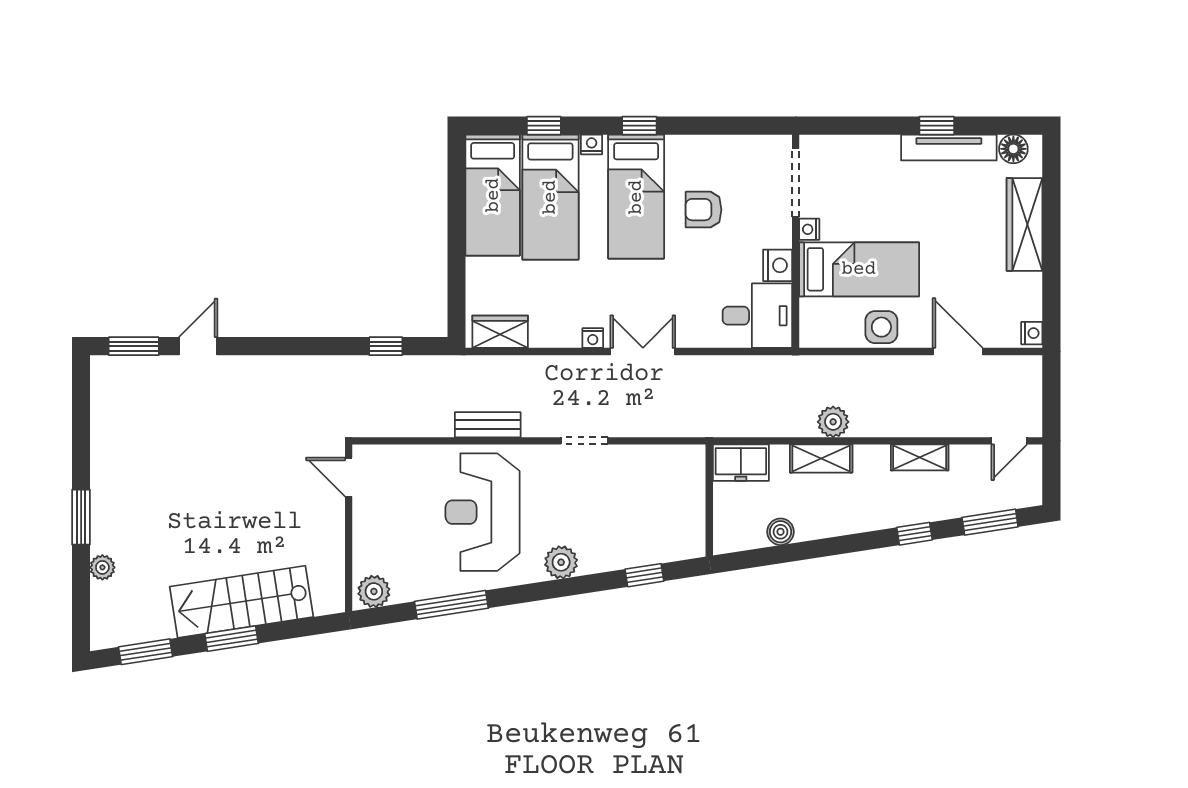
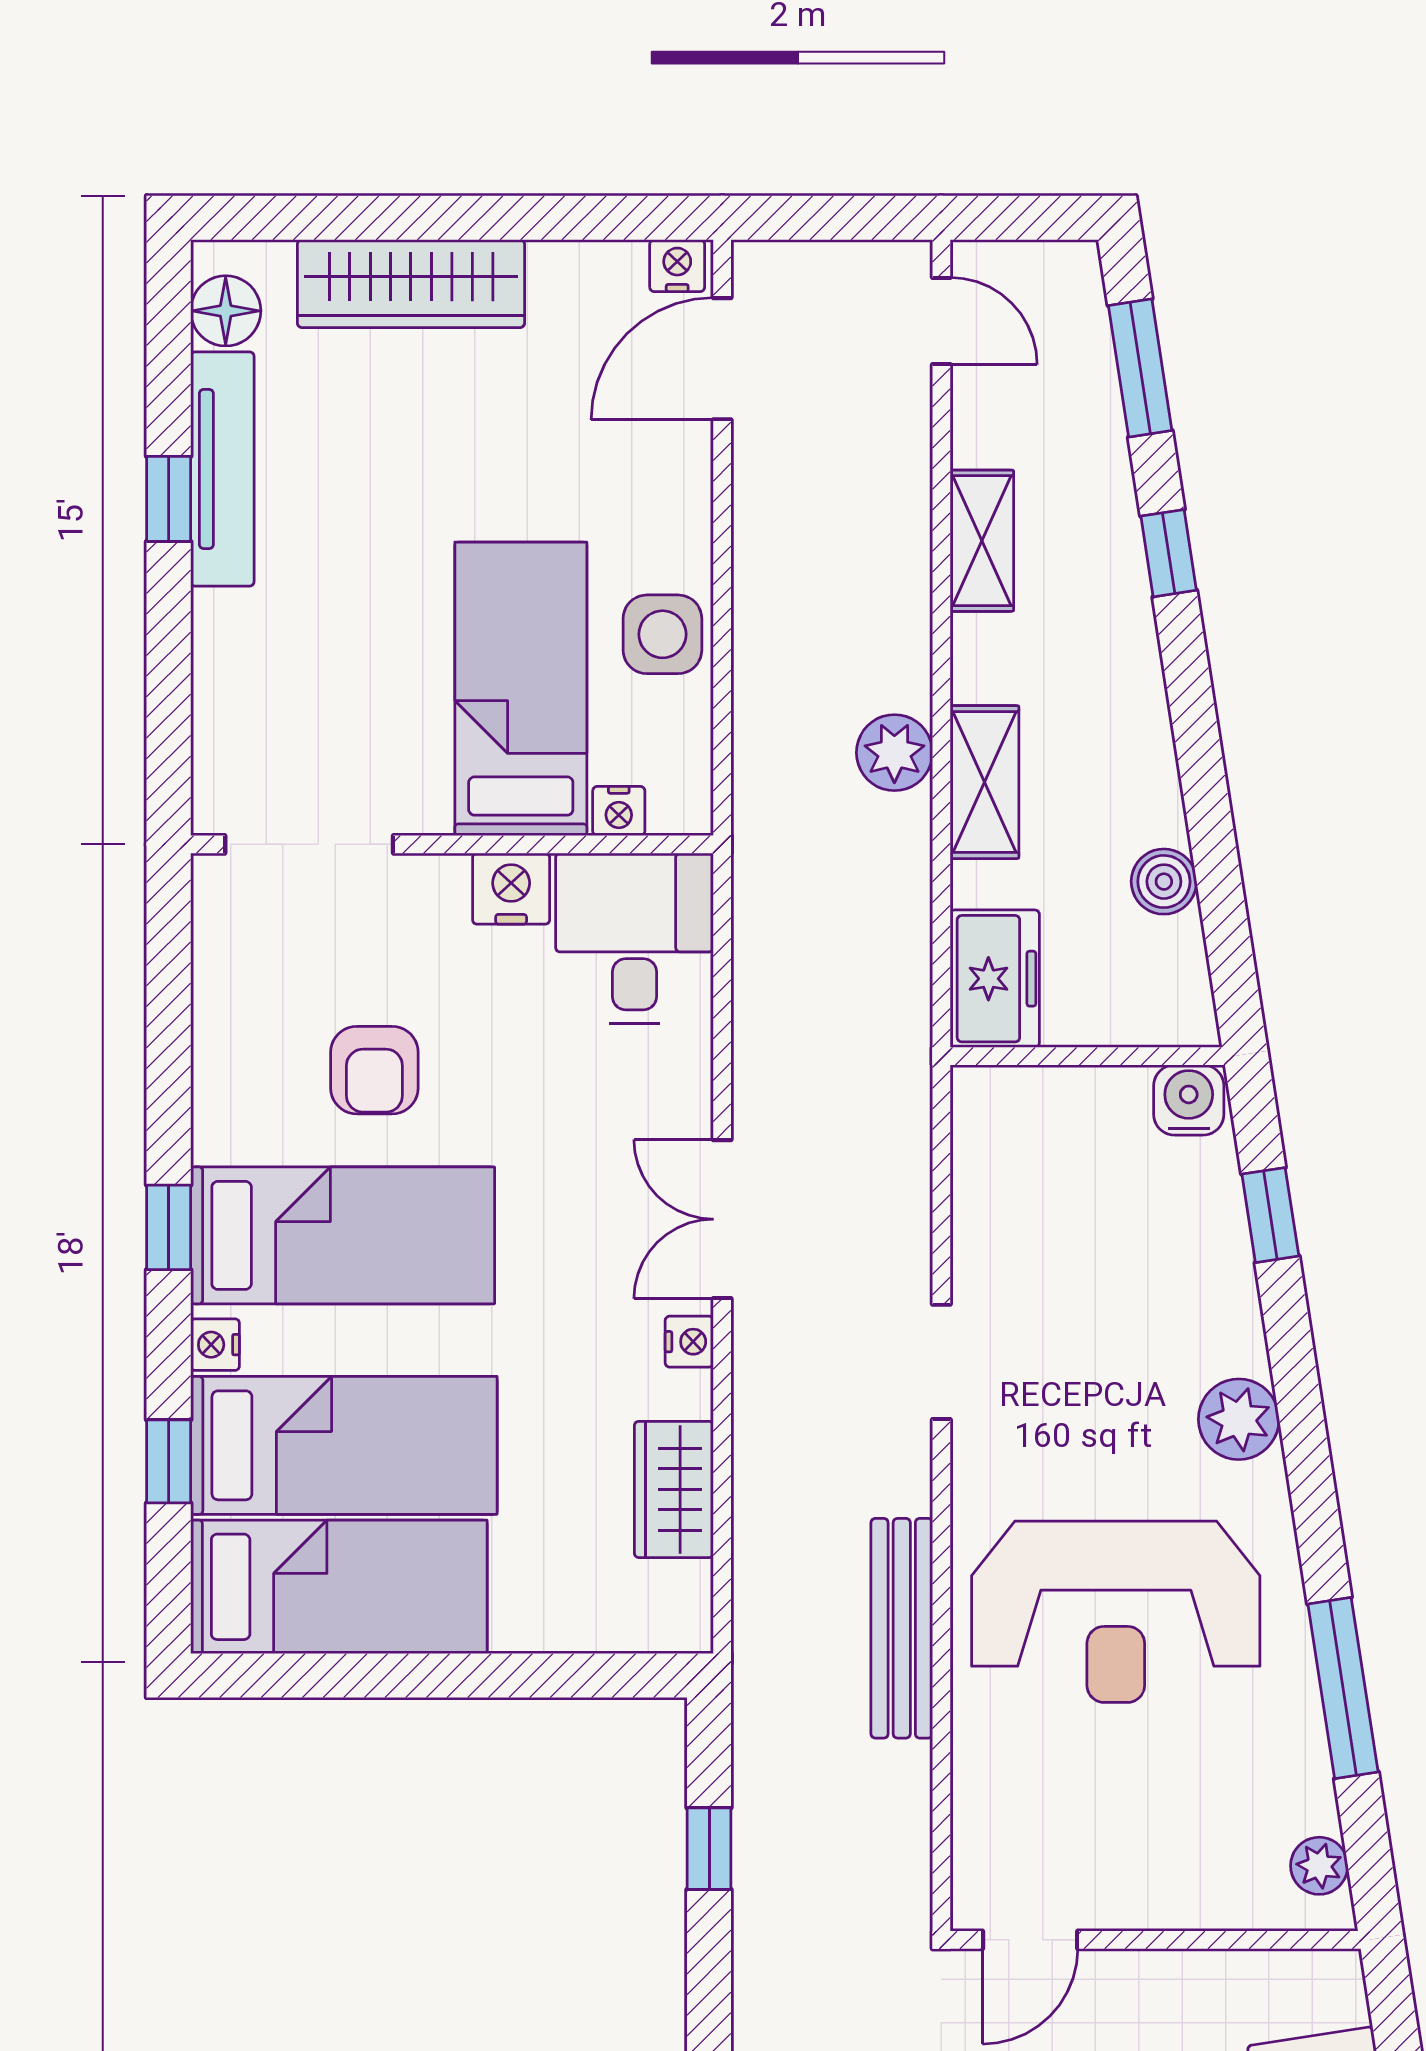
nightstand: (809, 229) -> (619, 811), moved
wardrobe: (500, 332) -> (674, 1489), moved
door: (958, 351) -> (722, 359), moved
bench: (488, 425) -> (902, 1628), width x1.36
water cooler: (691, 542) -> (1189, 1100), added
plant: (374, 591) -> (1319, 1866), width x0.73, depth x0.73

